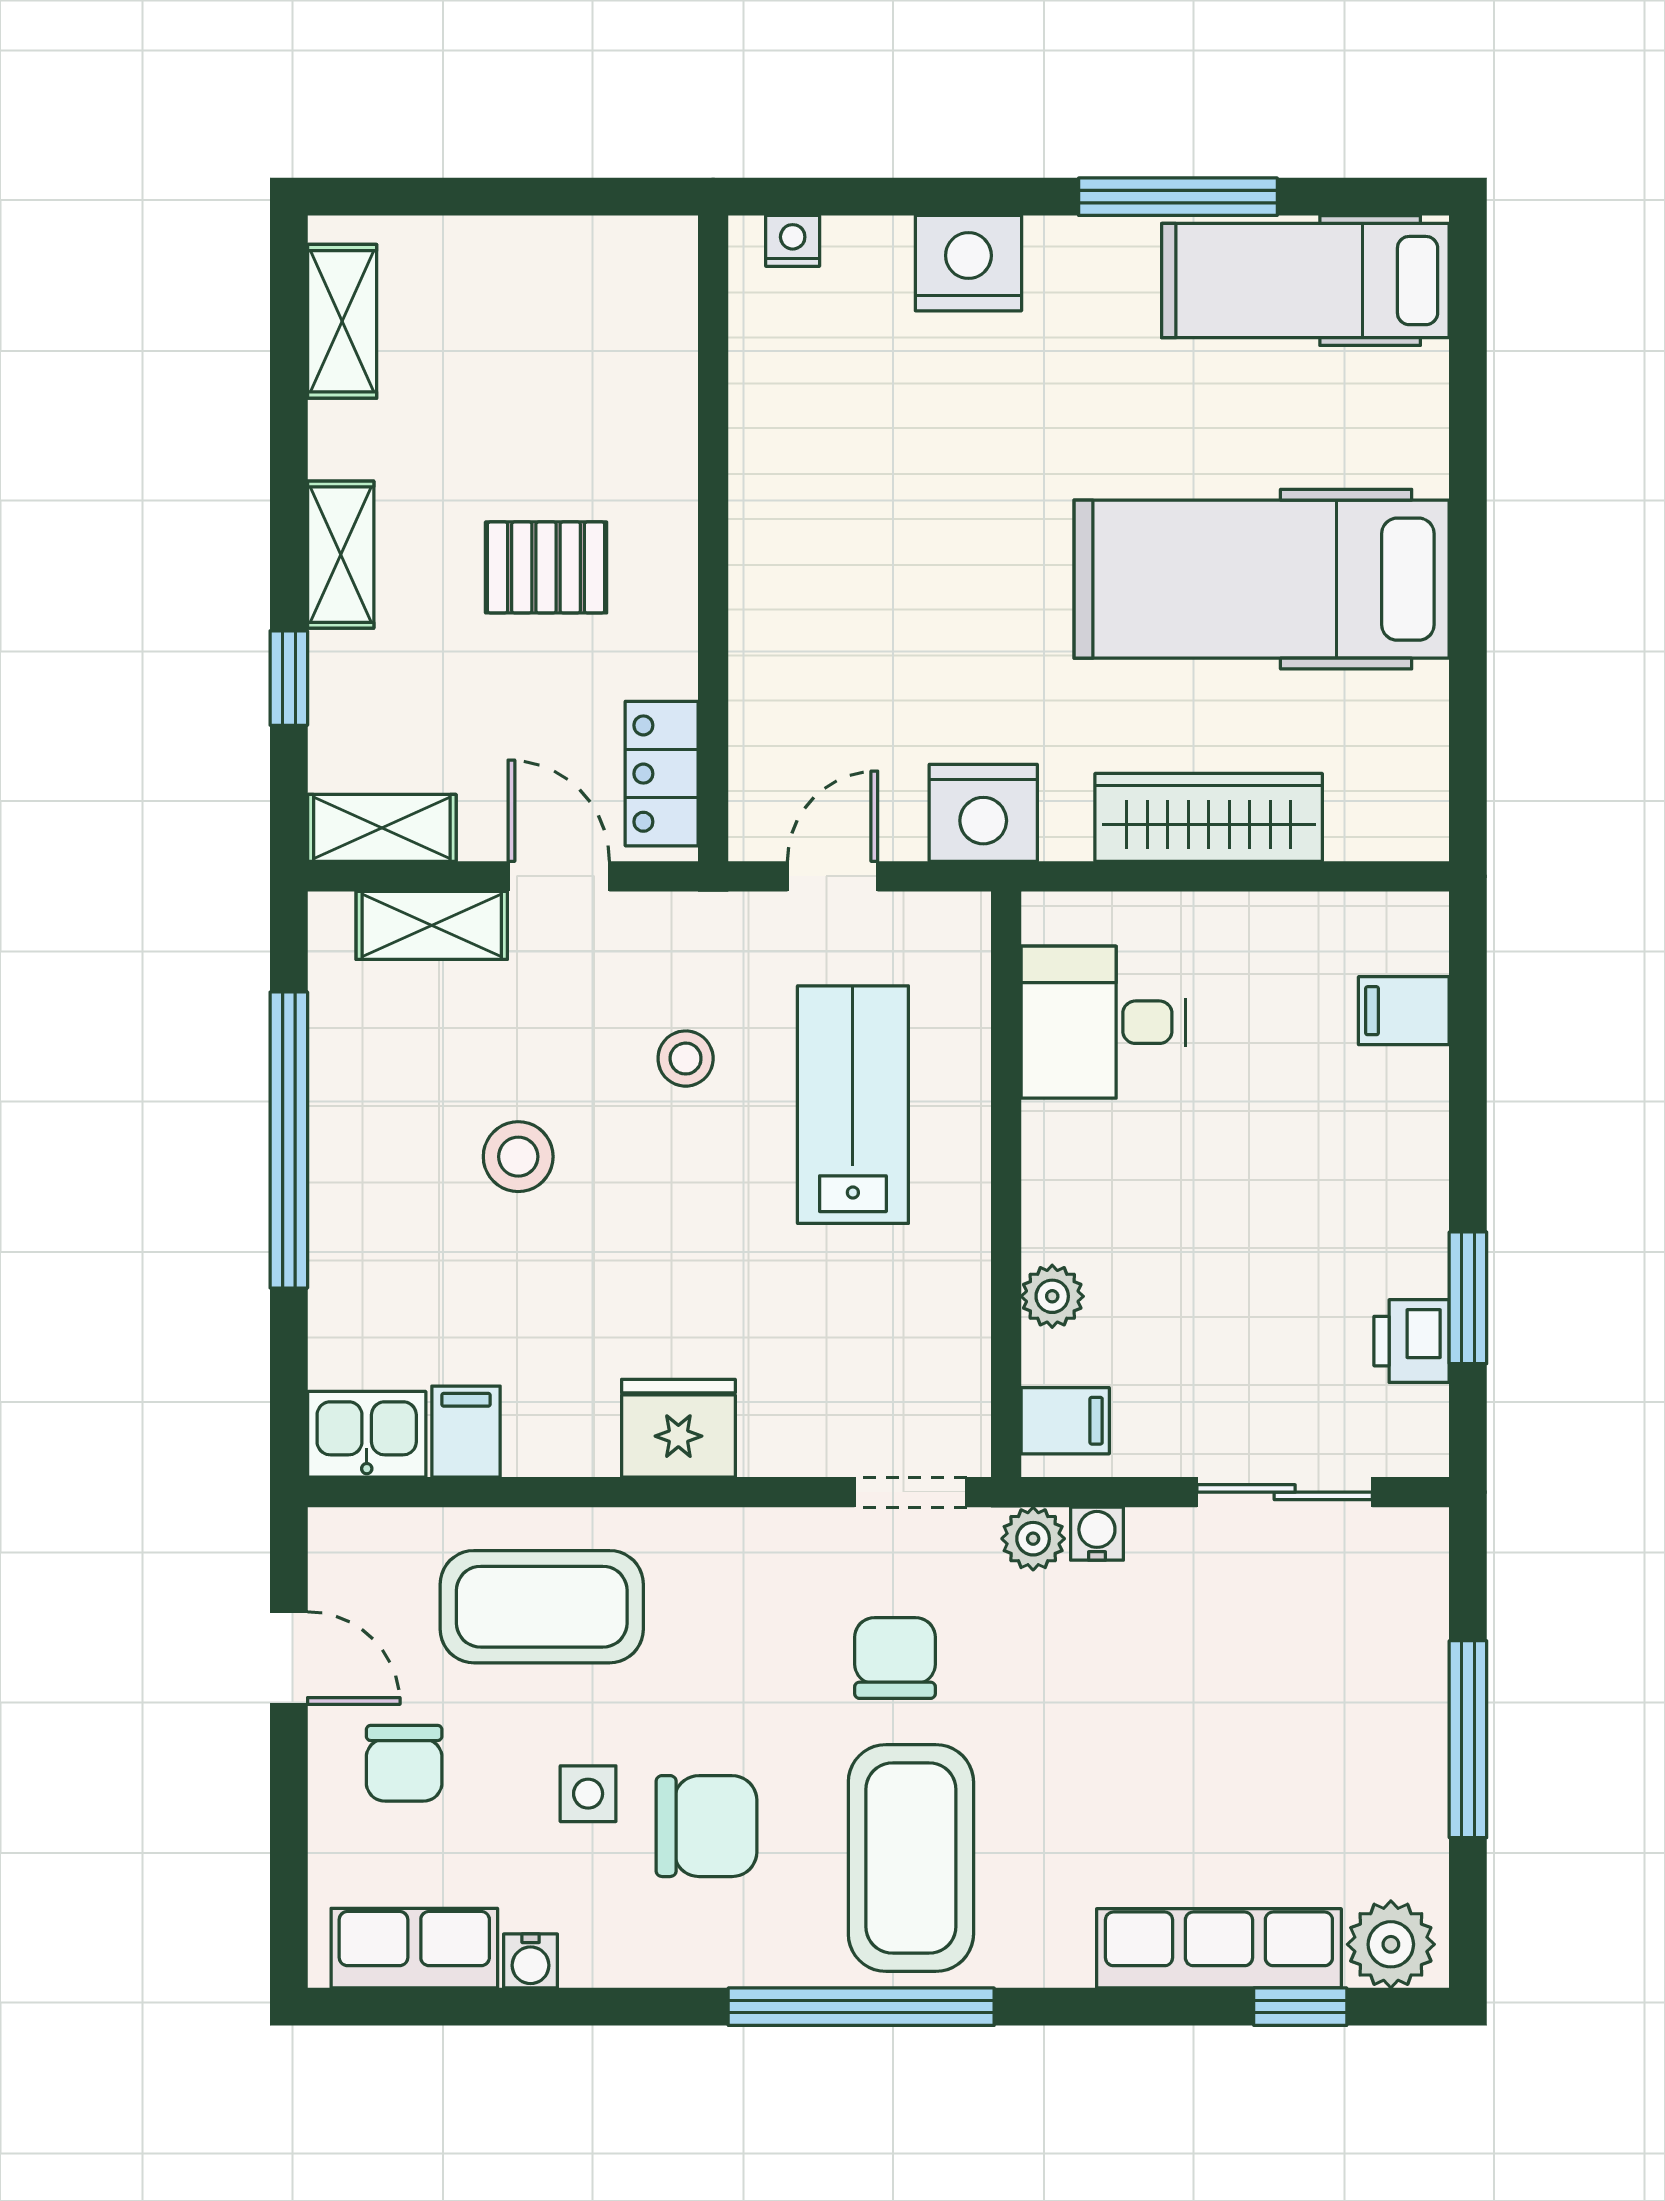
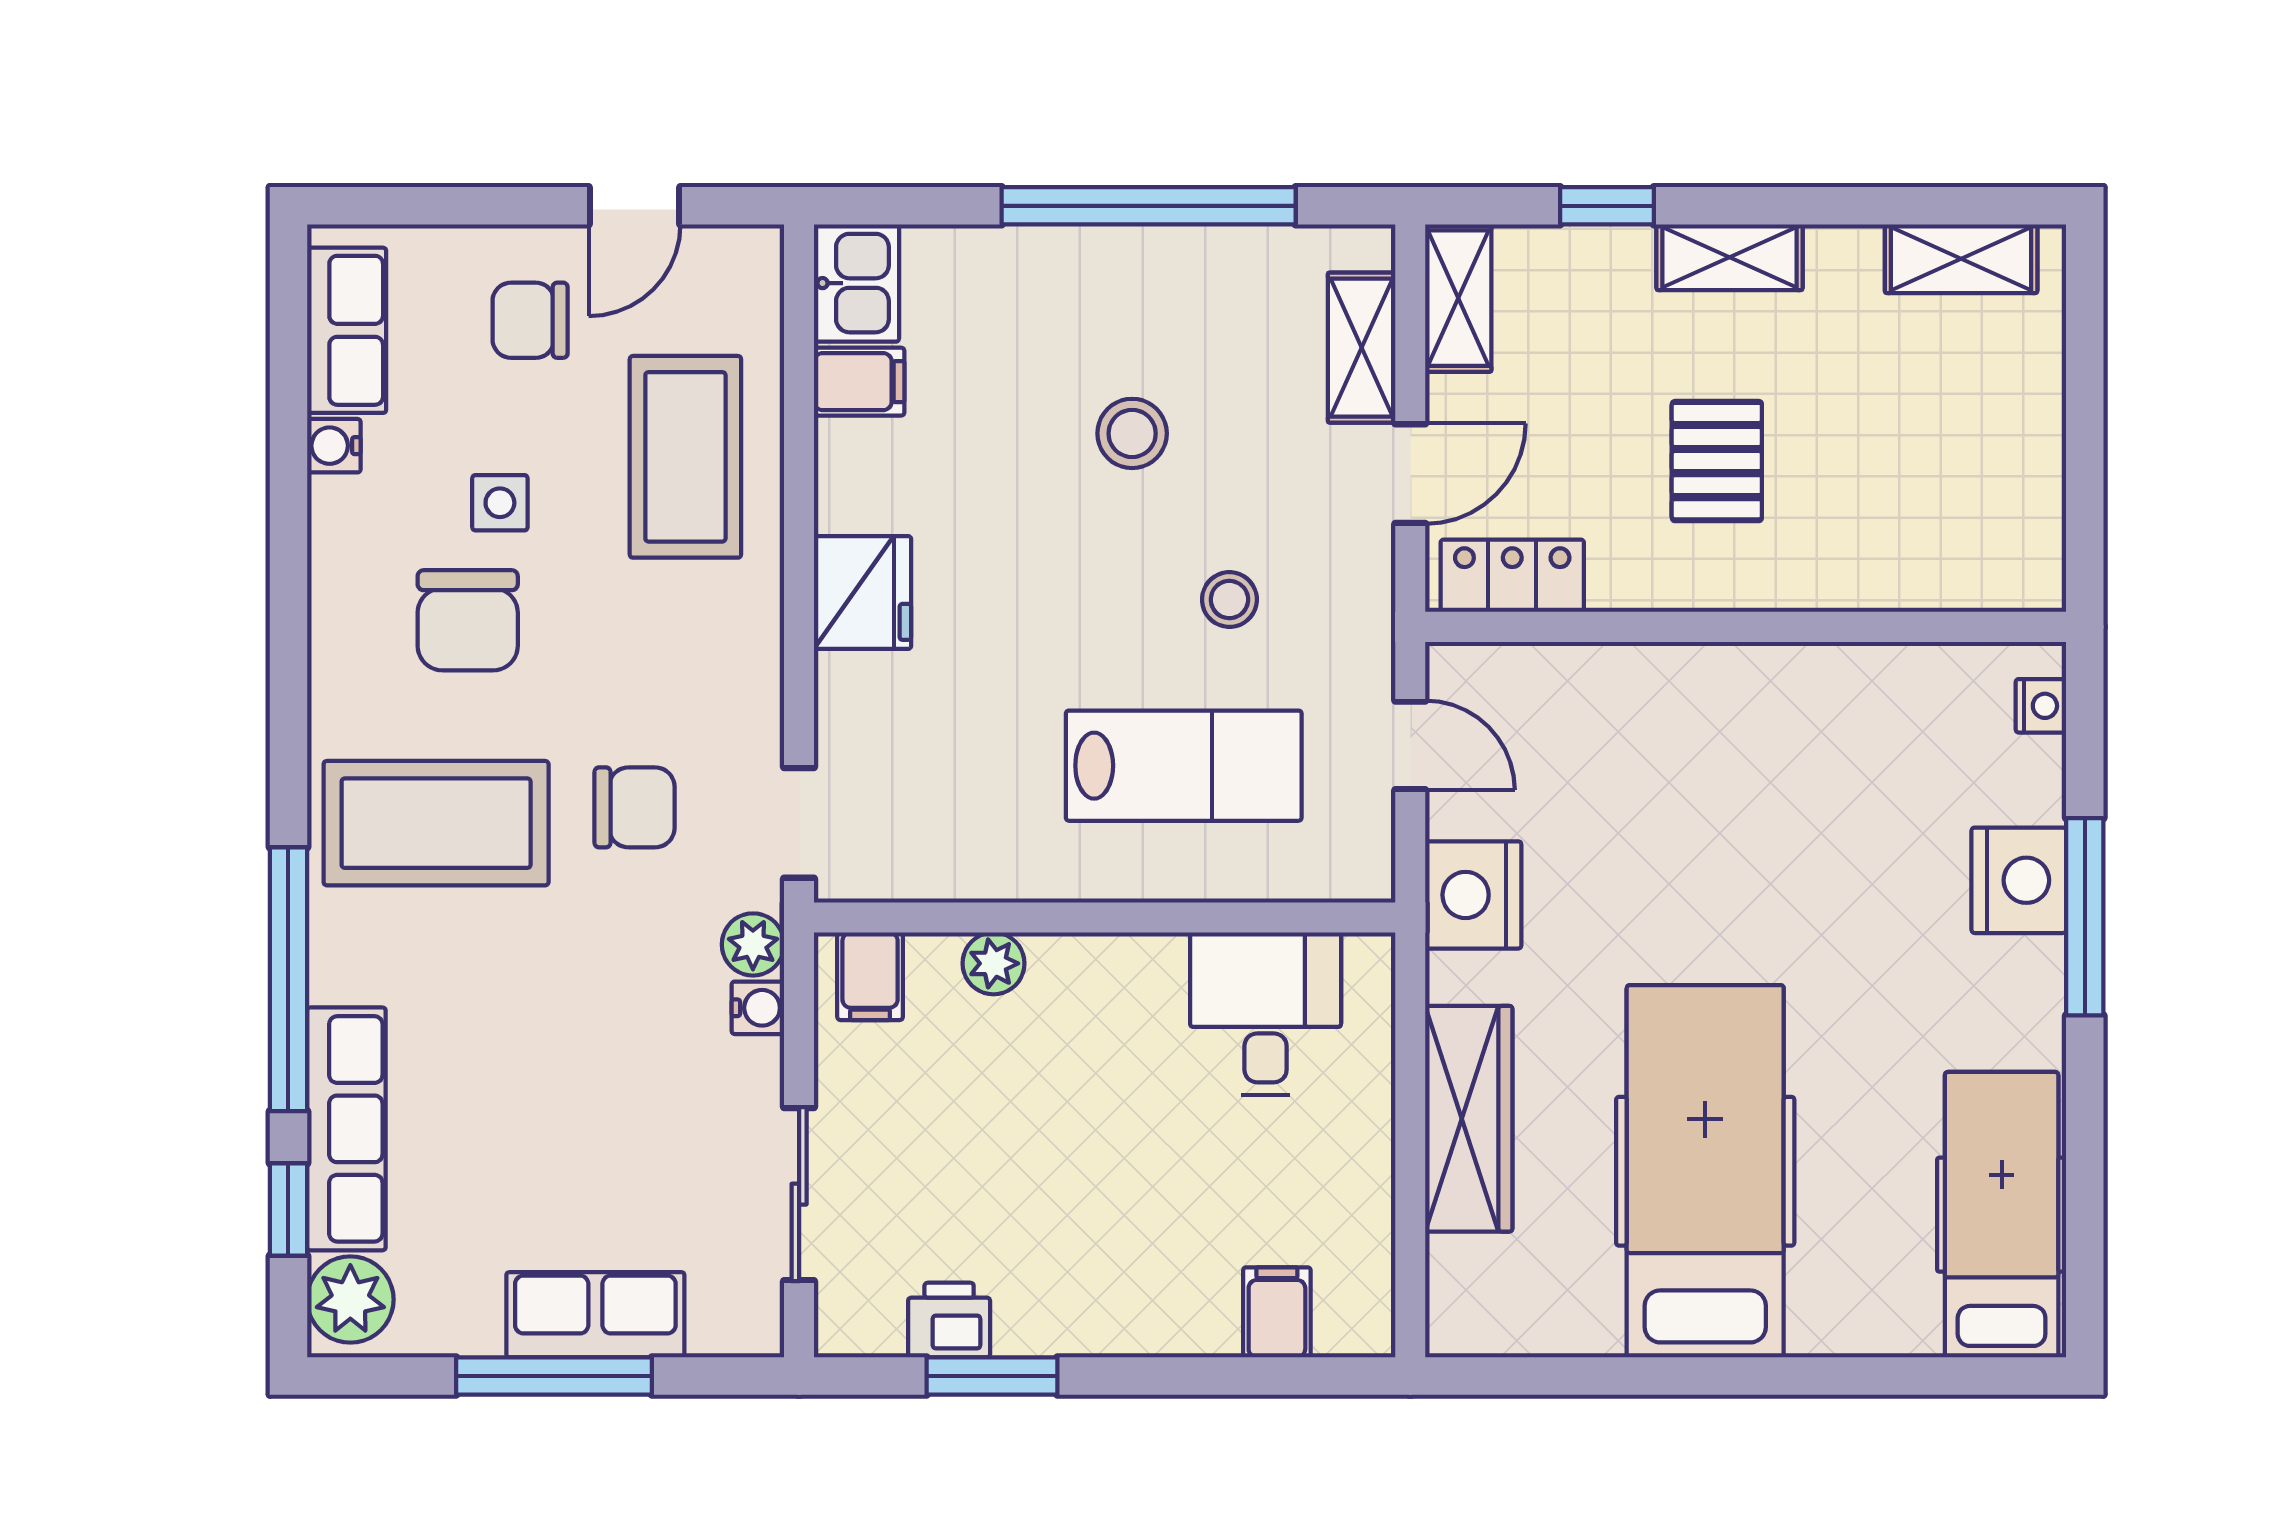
window: (1178, 197) -> (2085, 917), moved
row of seats: (1406, 1697) -> (595, 1315), added
window: (861, 2007) -> (288, 979), moved

